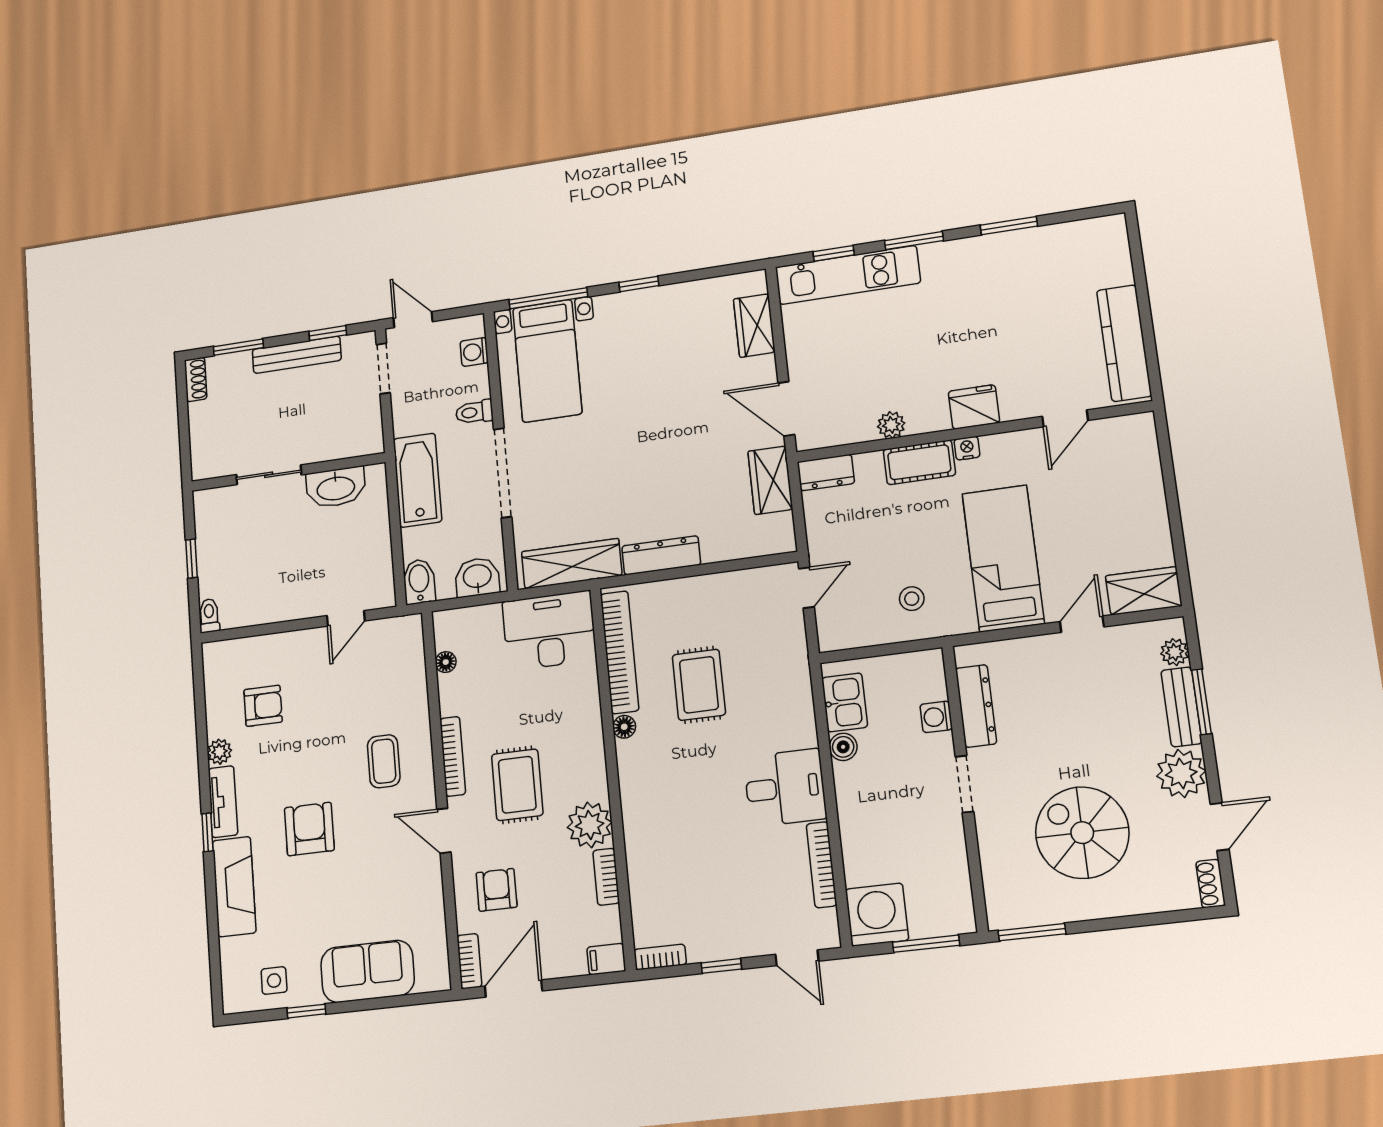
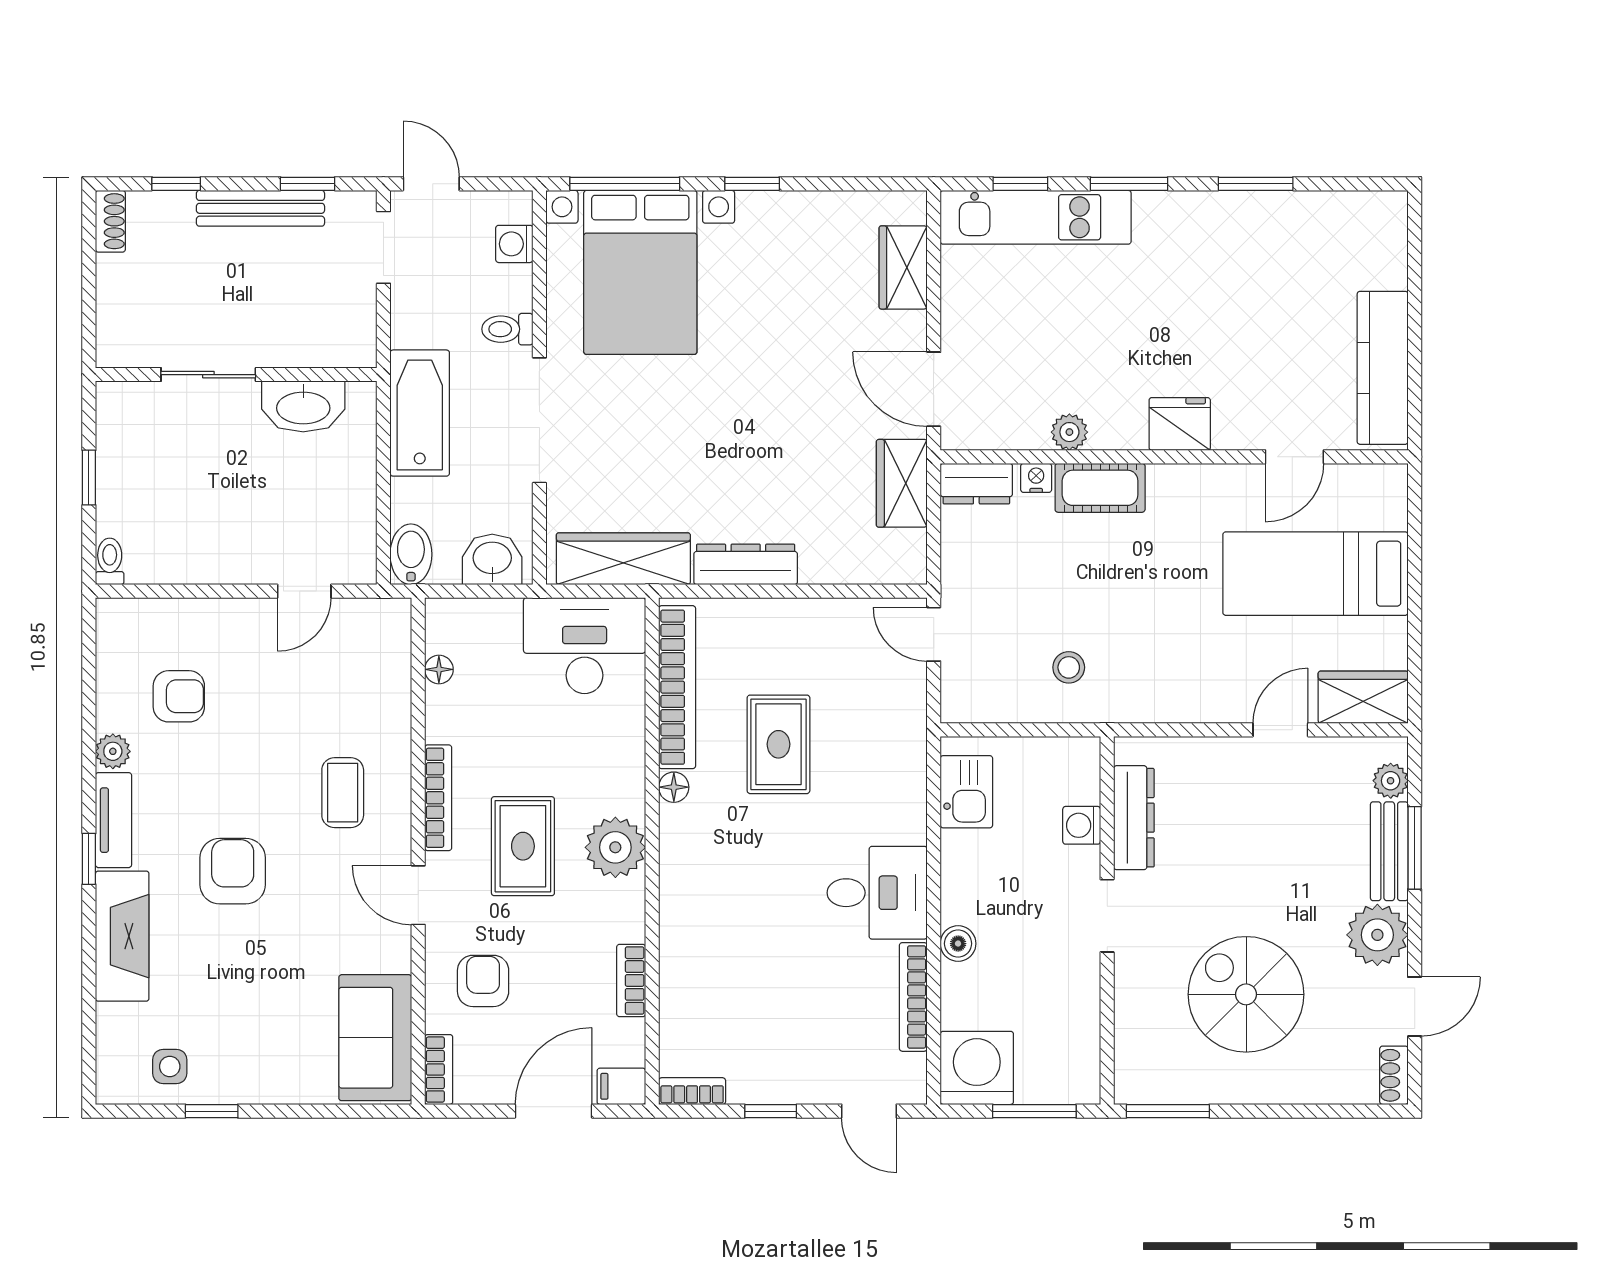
window: (238, 347) -> (176, 184), width x0.67
bed with nightstands: (547, 361) -> (640, 272), width x1.36
nightstand: (967, 448) -> (1036, 478), moved
bed: (1003, 558) -> (1315, 574), moved, turned -90
door: (806, 588) -> (934, 634), swing flipped
boiler: (843, 747) -> (958, 944), moved
plant: (590, 825) -> (615, 847), moved
sofa: (368, 971) -> (375, 1038), moved, turned -90
door: (514, 989) -> (554, 1111), moved

